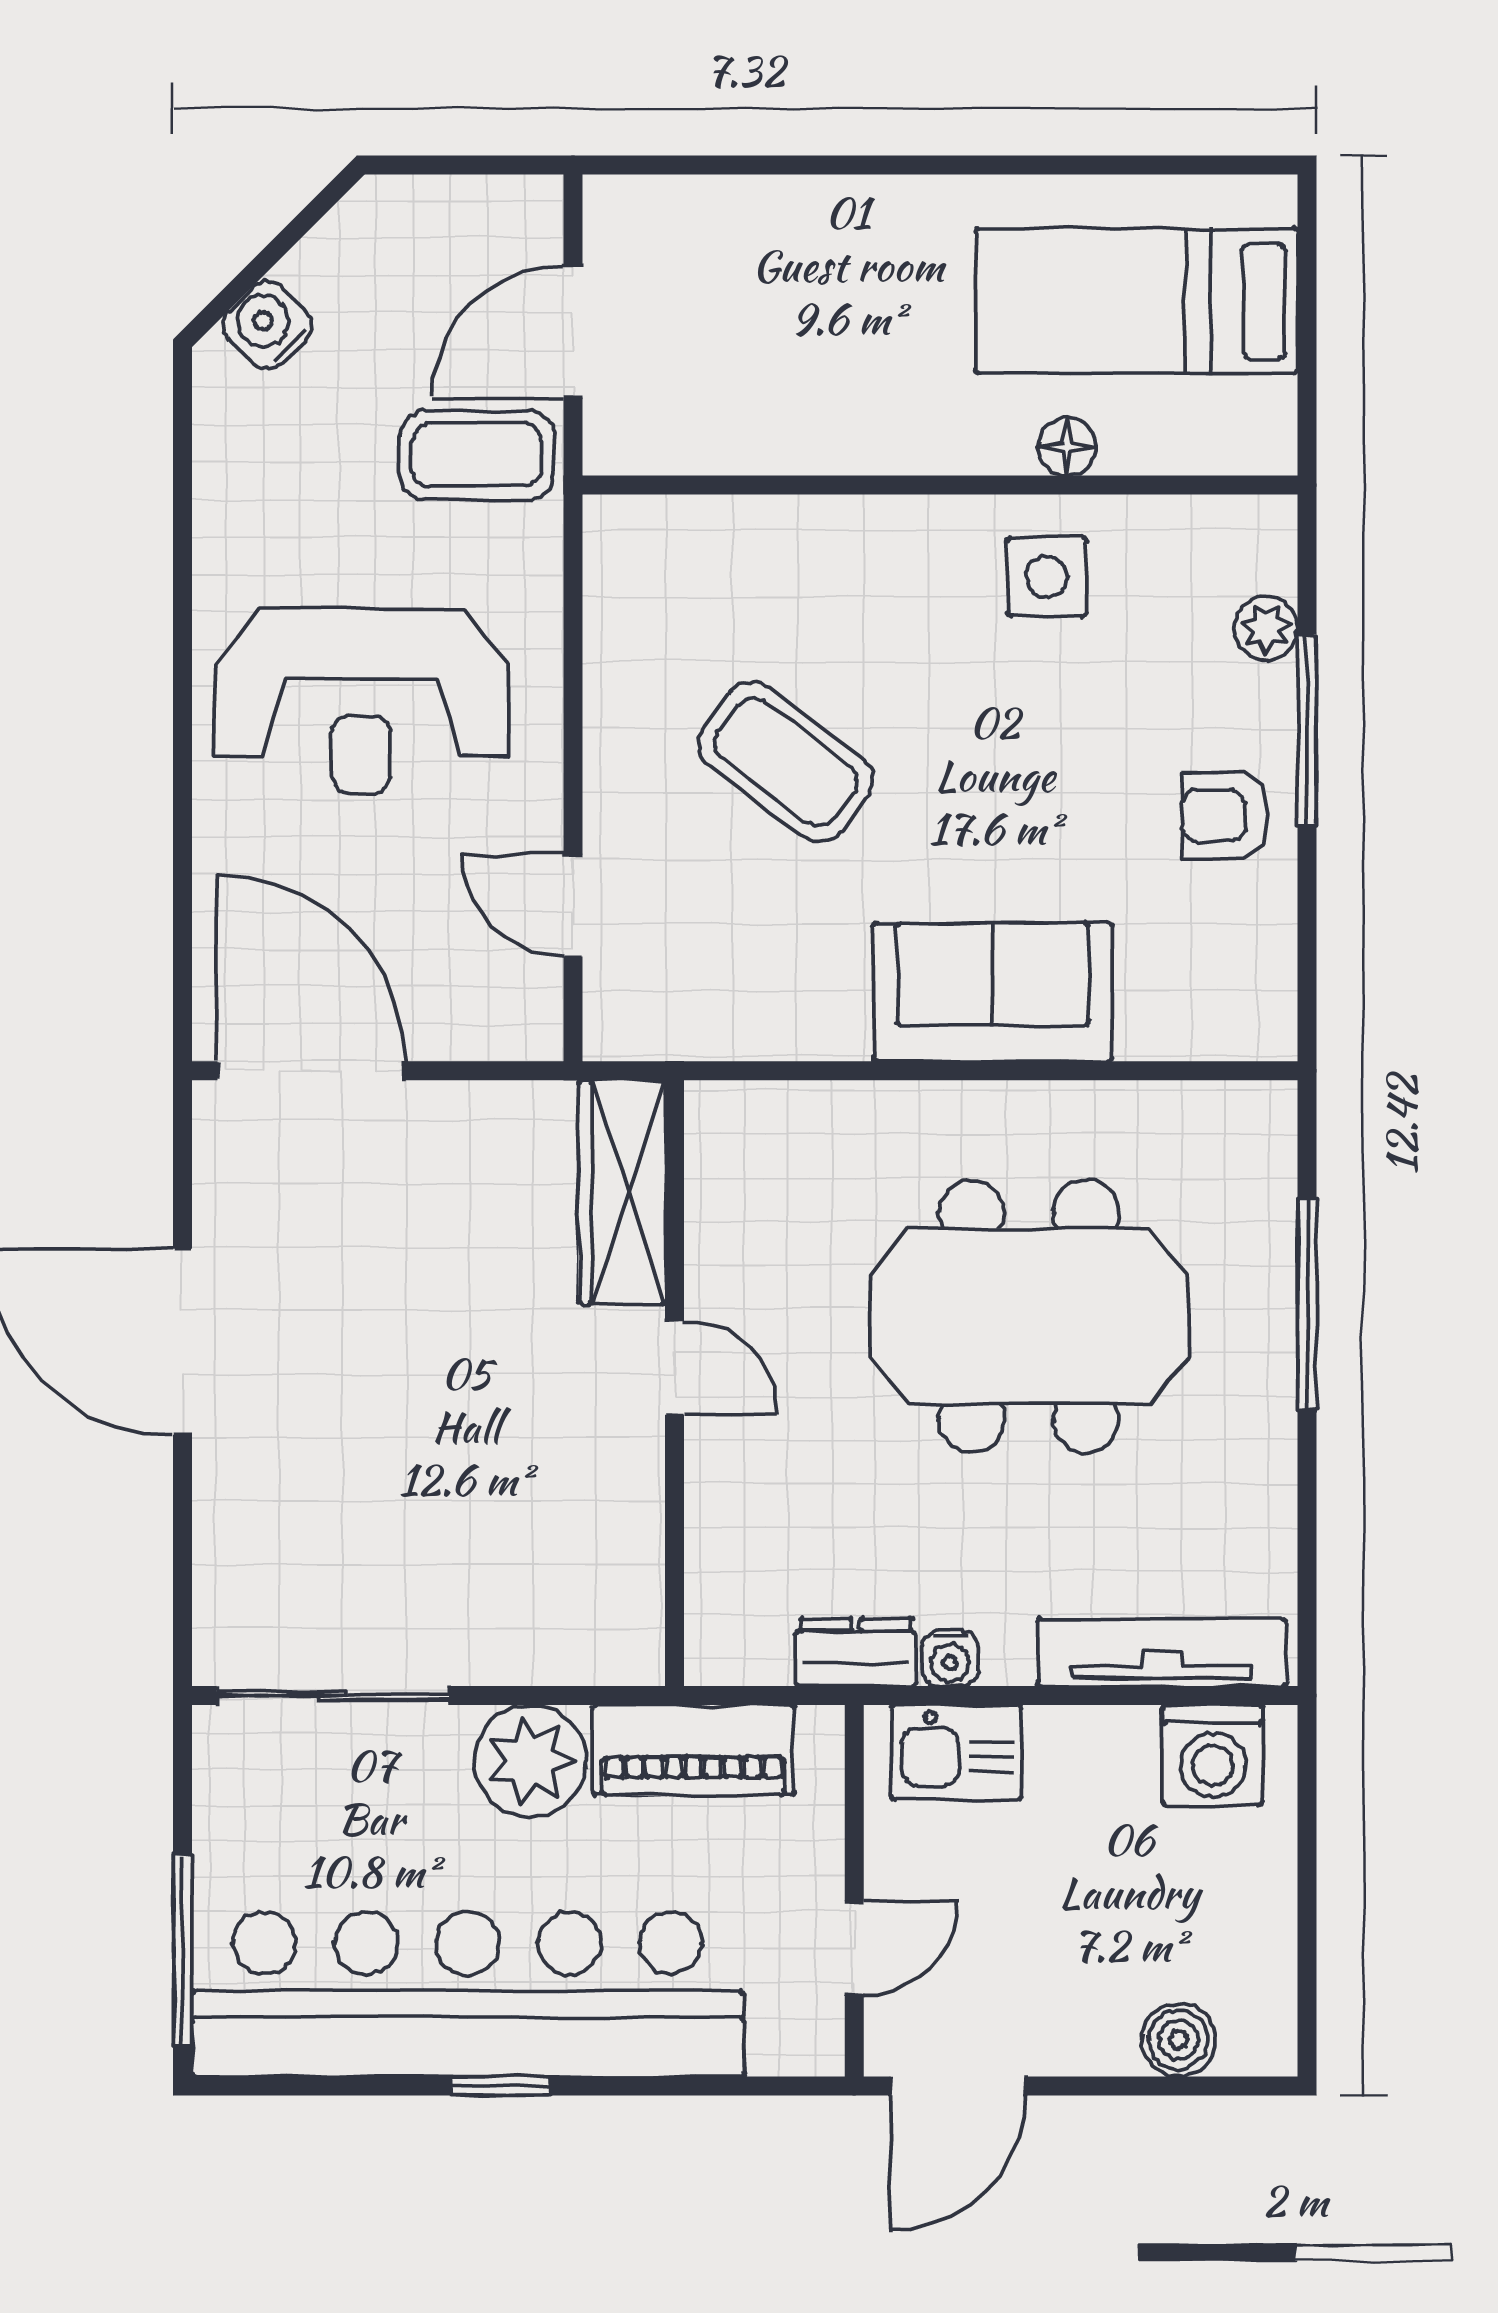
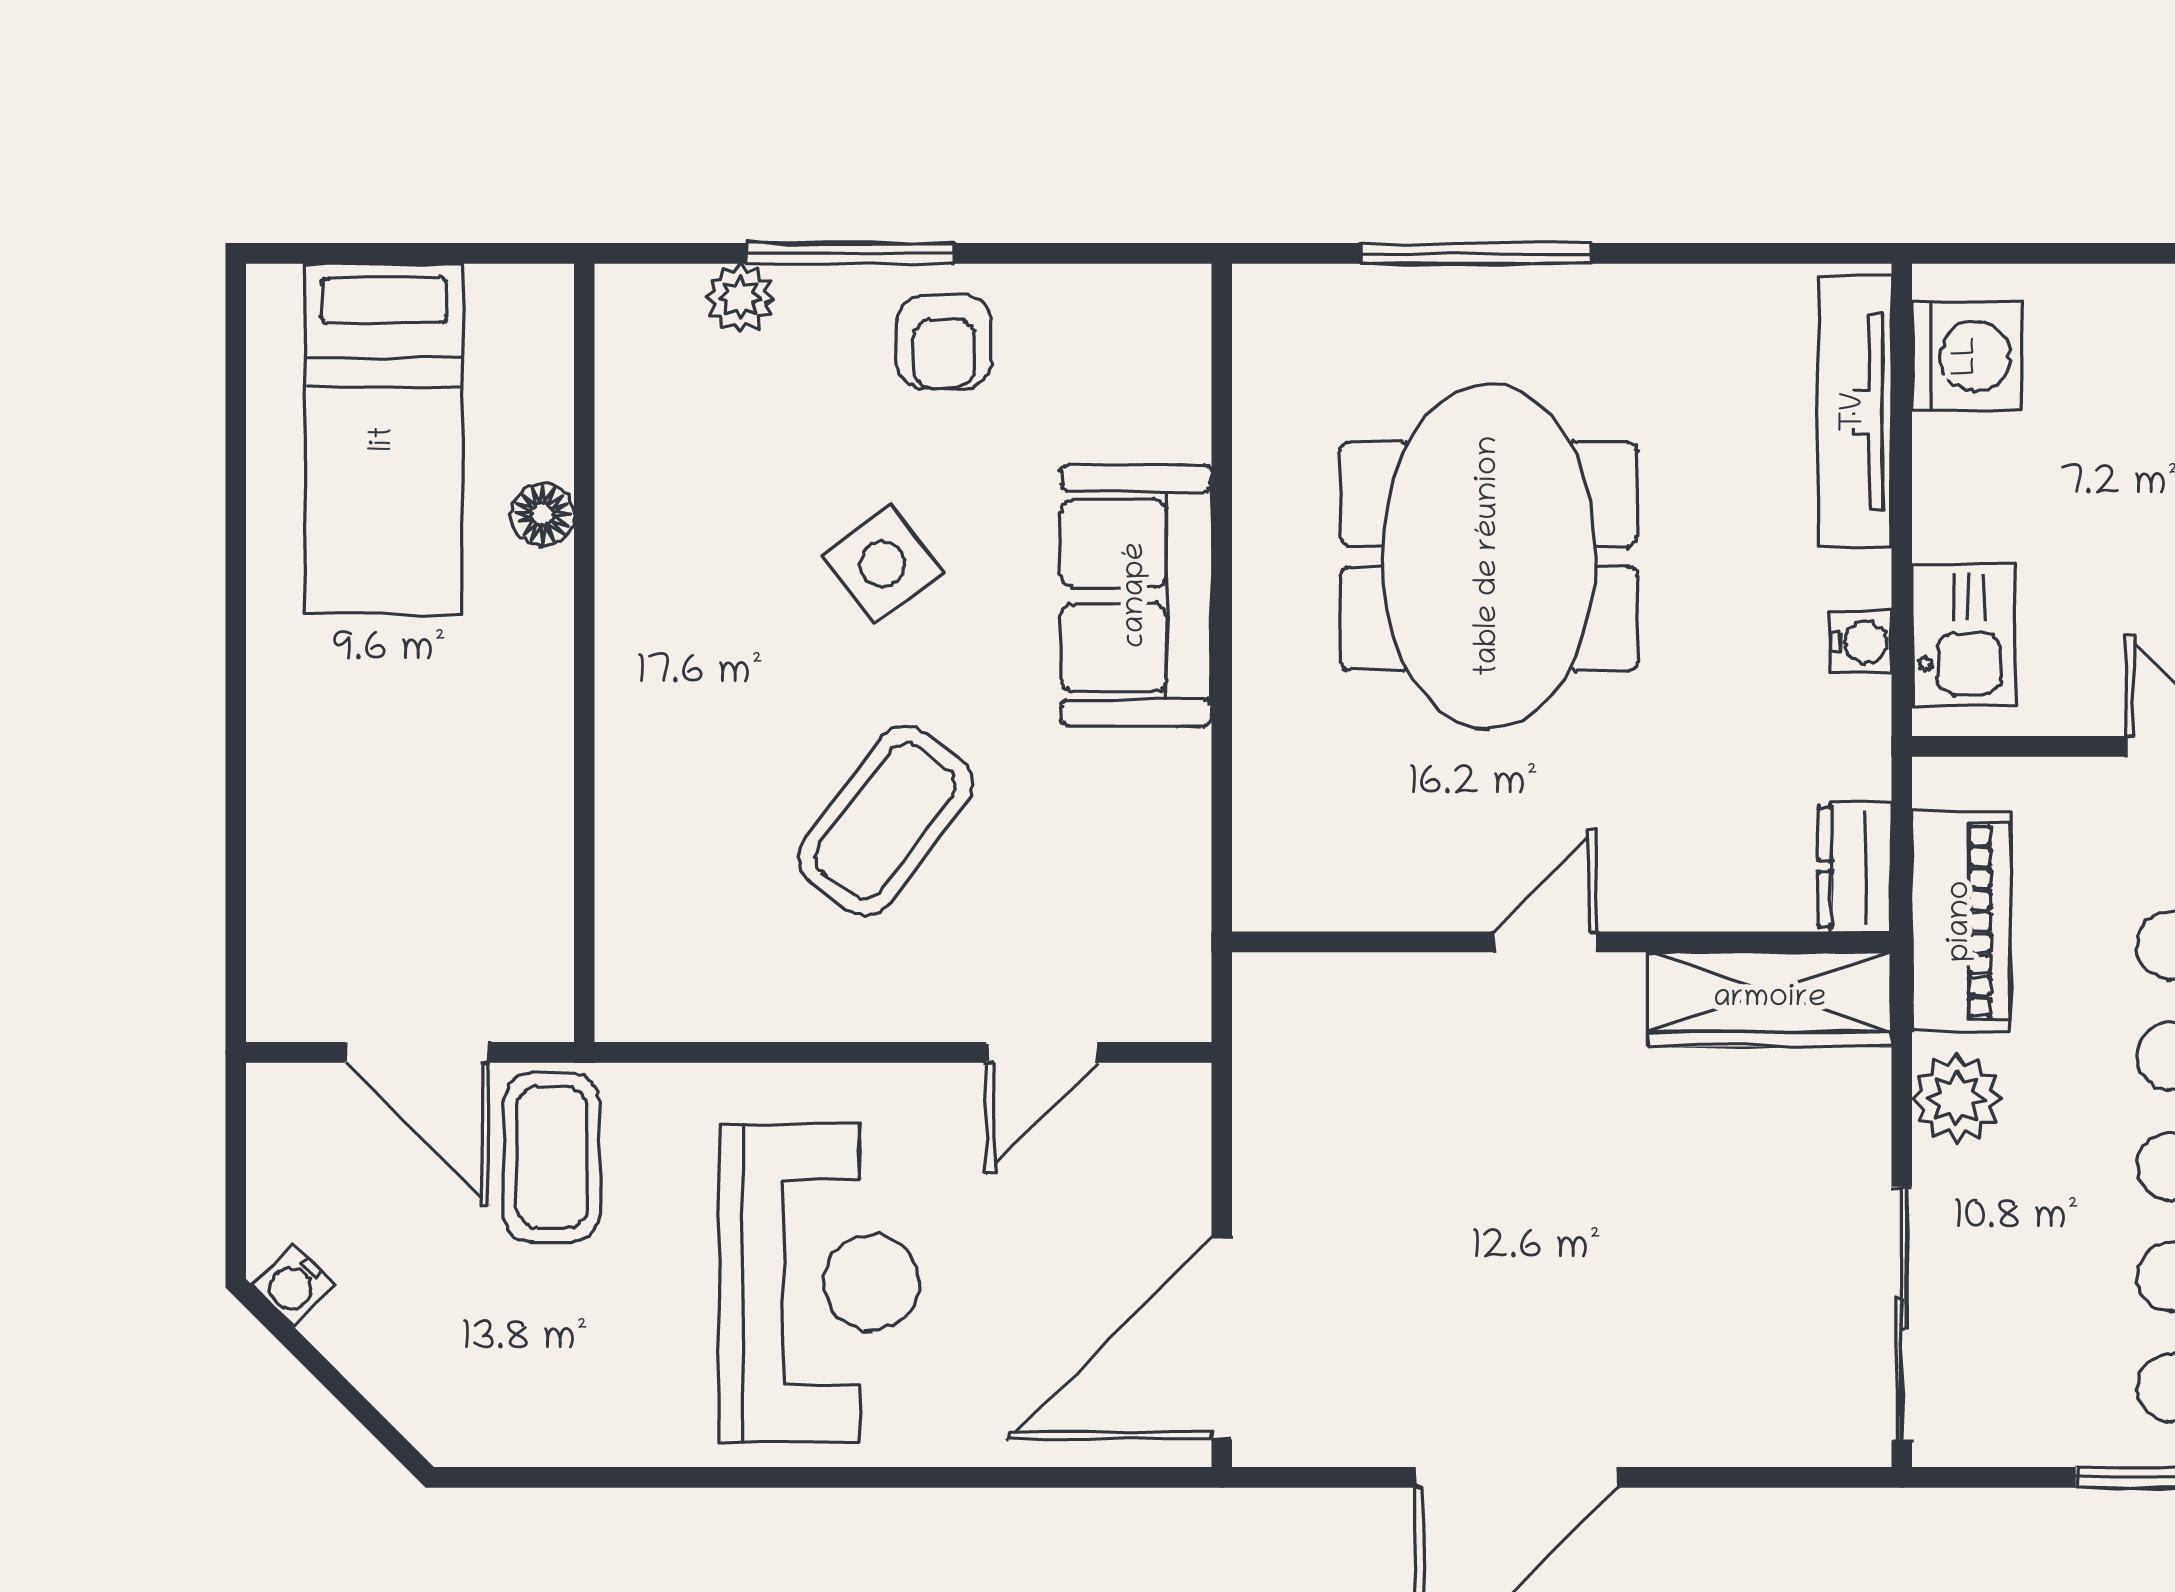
water cooler: (267, 325) -> (294, 1285), moved, width x0.72, depth x0.72
side table: (1047, 577) -> (882, 564), moved, turned -38
wardrobe: (622, 1192) -> (1770, 999), moved
dresser: (856, 1652) -> (1855, 866), moved
plant: (530, 1761) -> (1957, 1099), width x0.73, depth x0.73

